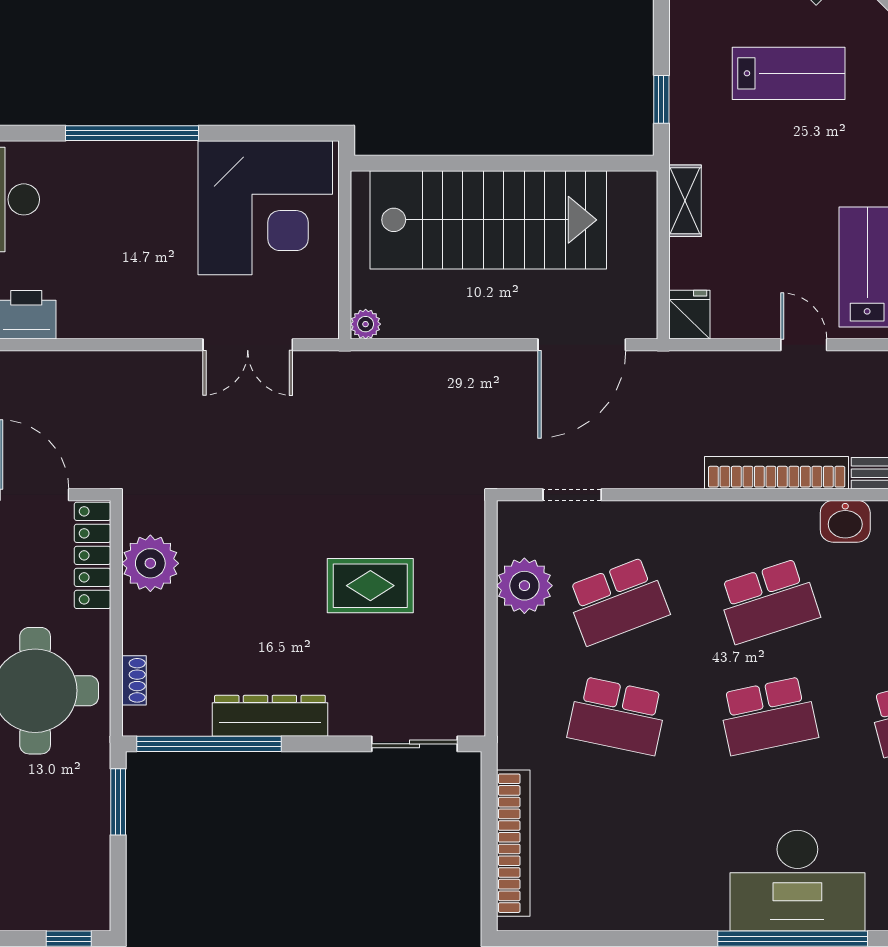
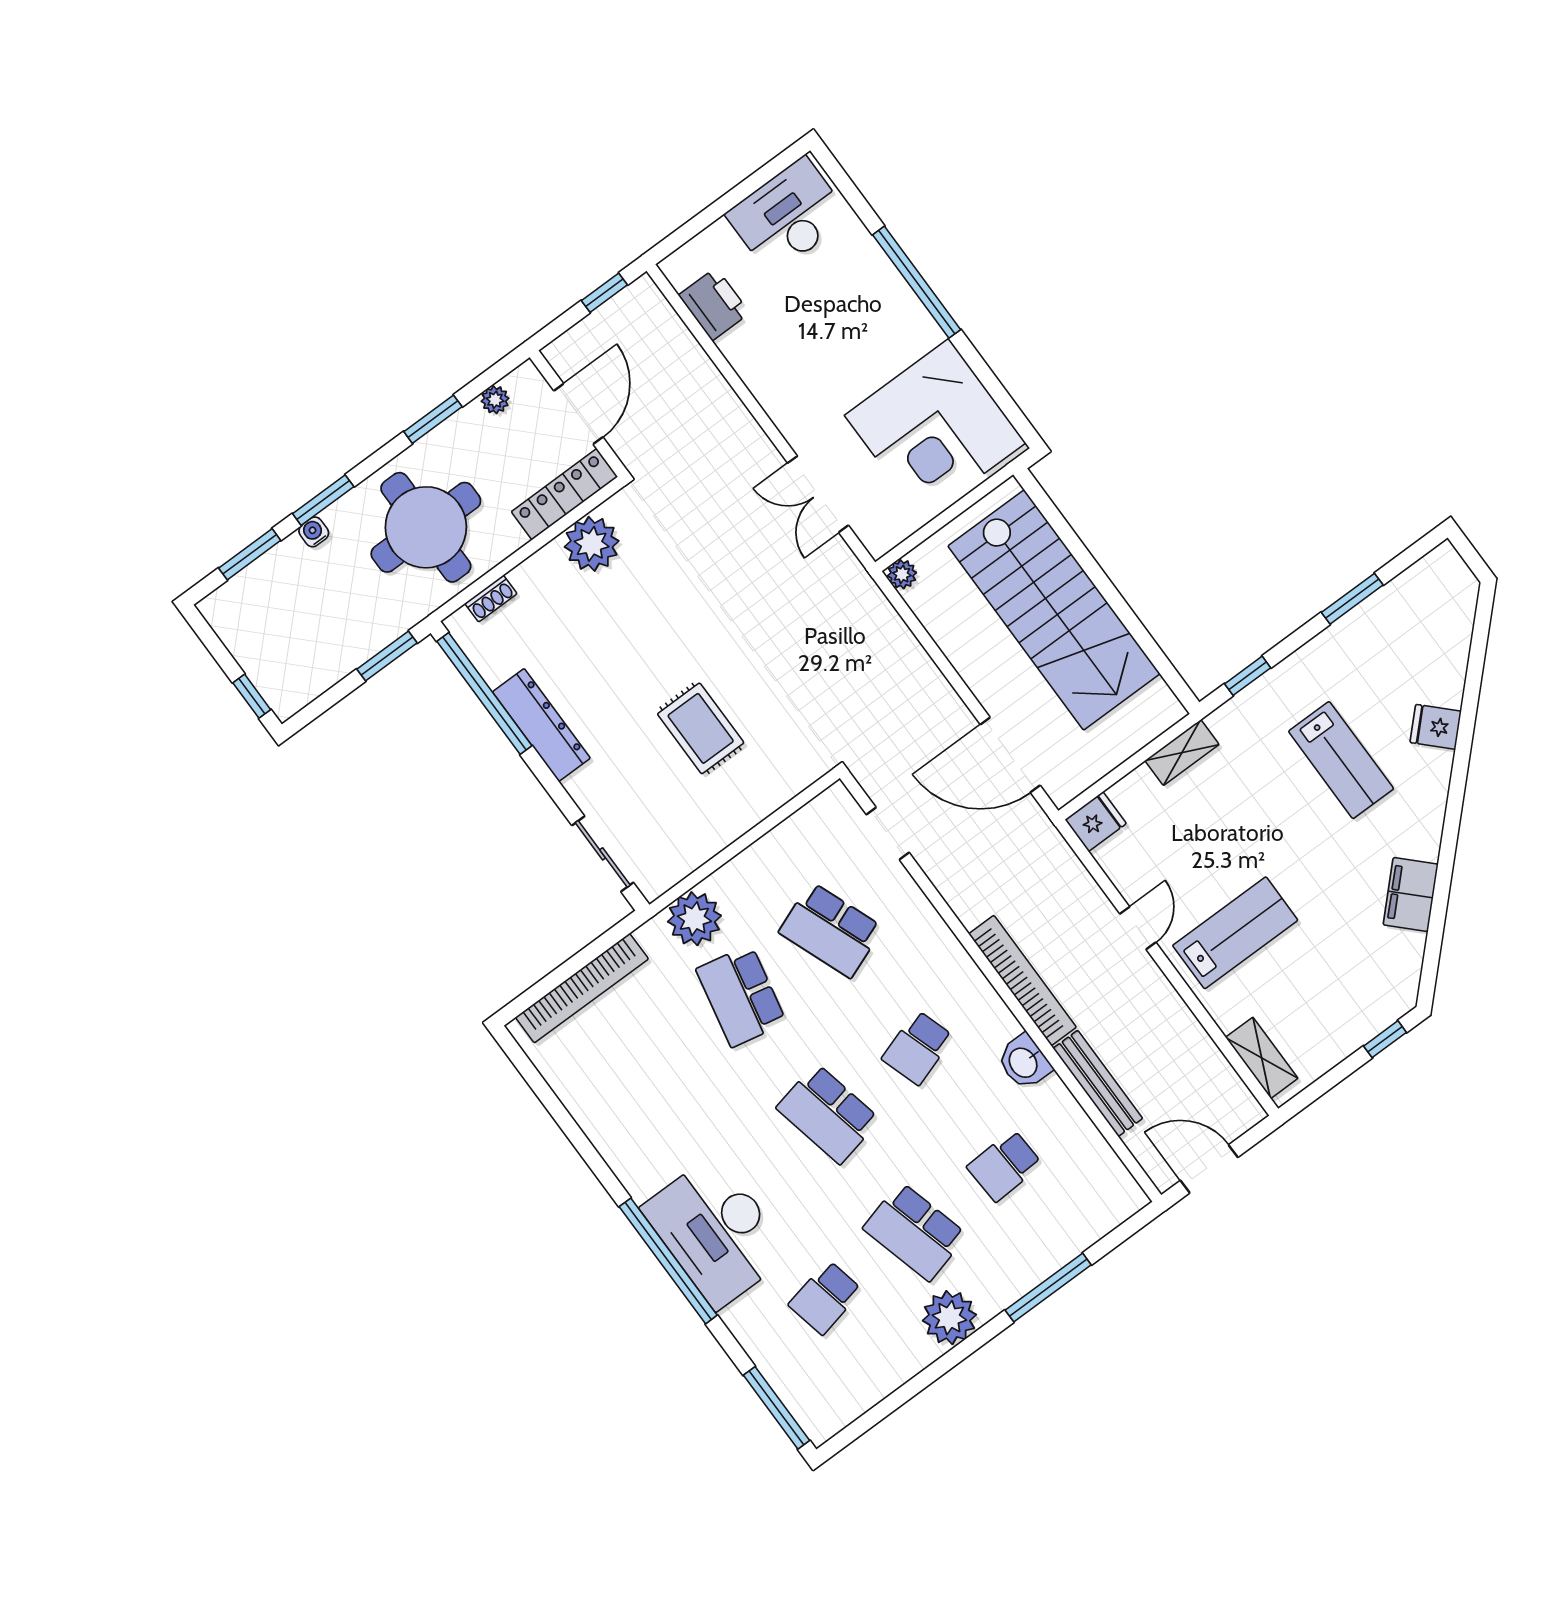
plant: (524, 586) -> (694, 919), moved
school desk: (768, 601) -> (918, 1048), width x0.54

